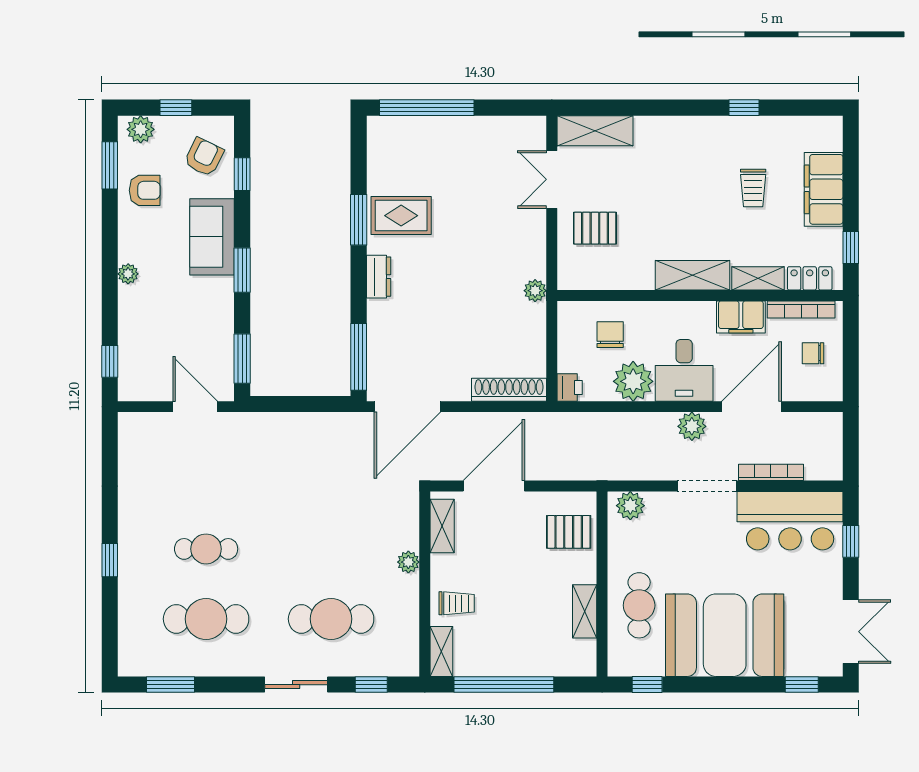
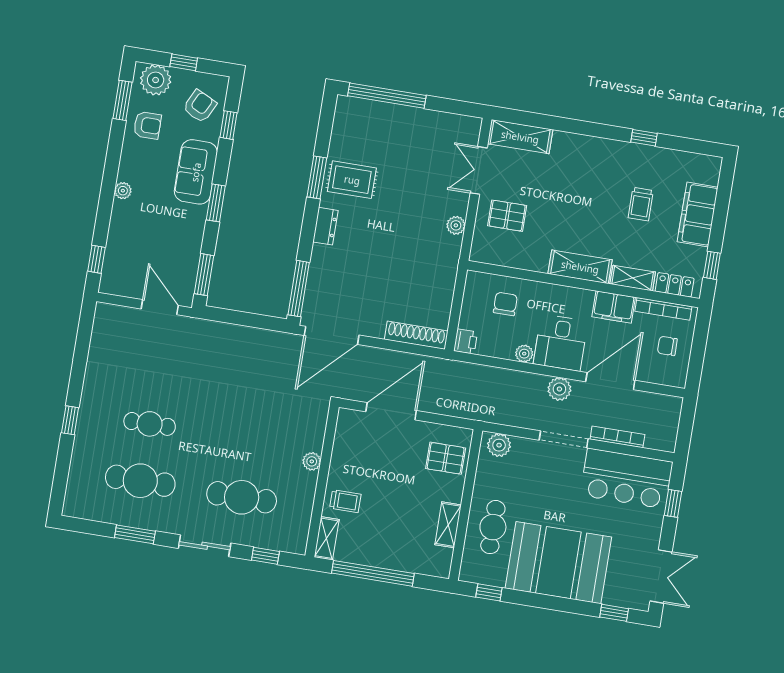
plant: (141, 129) -> (156, 80), width x1.36, depth x1.36
plant: (535, 291) -> (456, 225), moved
plant: (633, 381) -> (524, 354), width x0.53, depth x0.53
shelving: (442, 526) -> (344, 437), removed
window: (171, 685) -> (135, 534), moved

